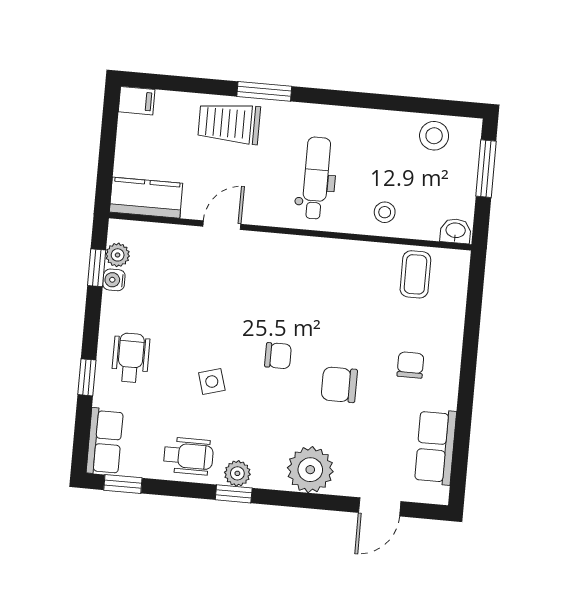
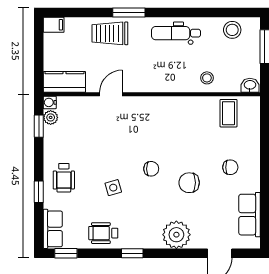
dental chair: (316, 178) -> (176, 33), moved, turned -90
water cooler: (114, 280) -> (50, 102), moved
wheelchair: (131, 358) -> (64, 178), turned 180
chair: (410, 365) -> (230, 167), turned 90
wheelchair: (188, 456) -> (103, 233), turned 180
plant: (237, 473) -> (133, 241), removed

